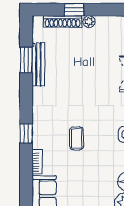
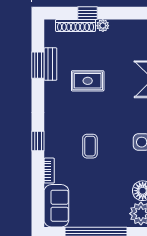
bench: (38, 65) -> (50, 64), width x0.73
rug: (74, 75) -> (88, 81), added

